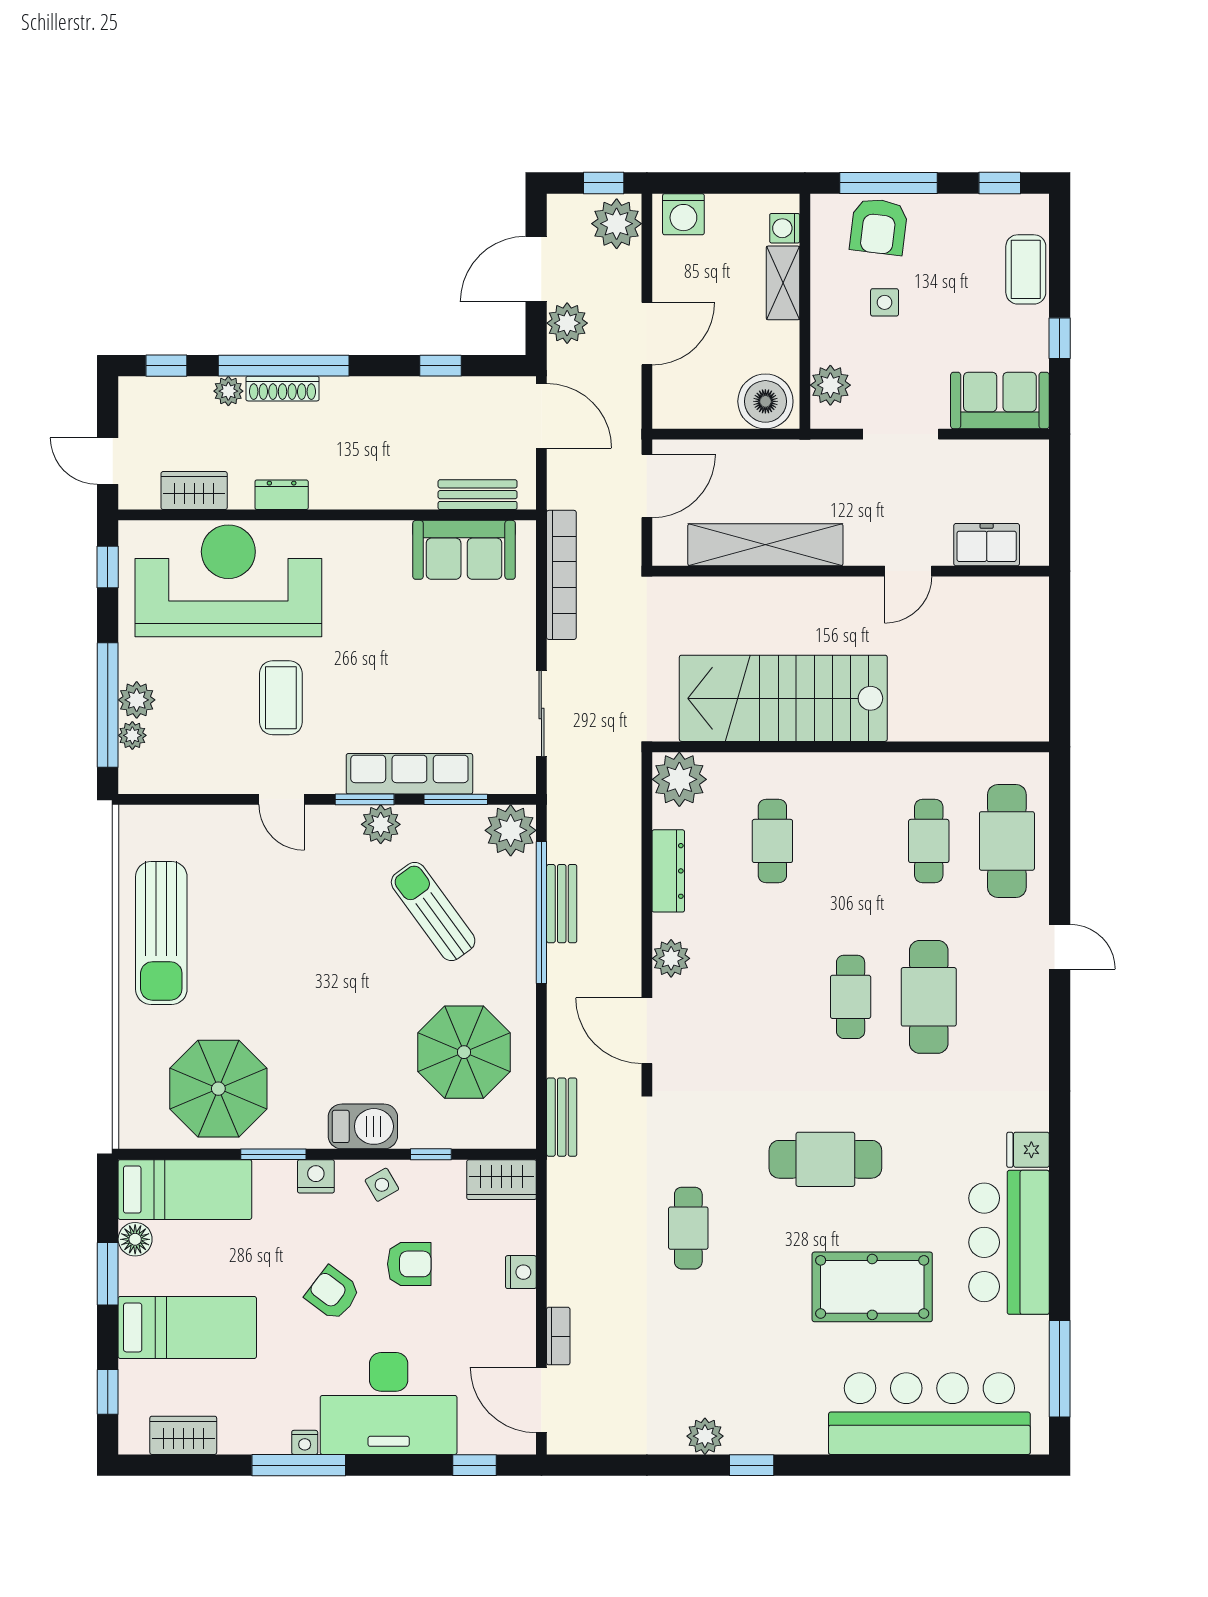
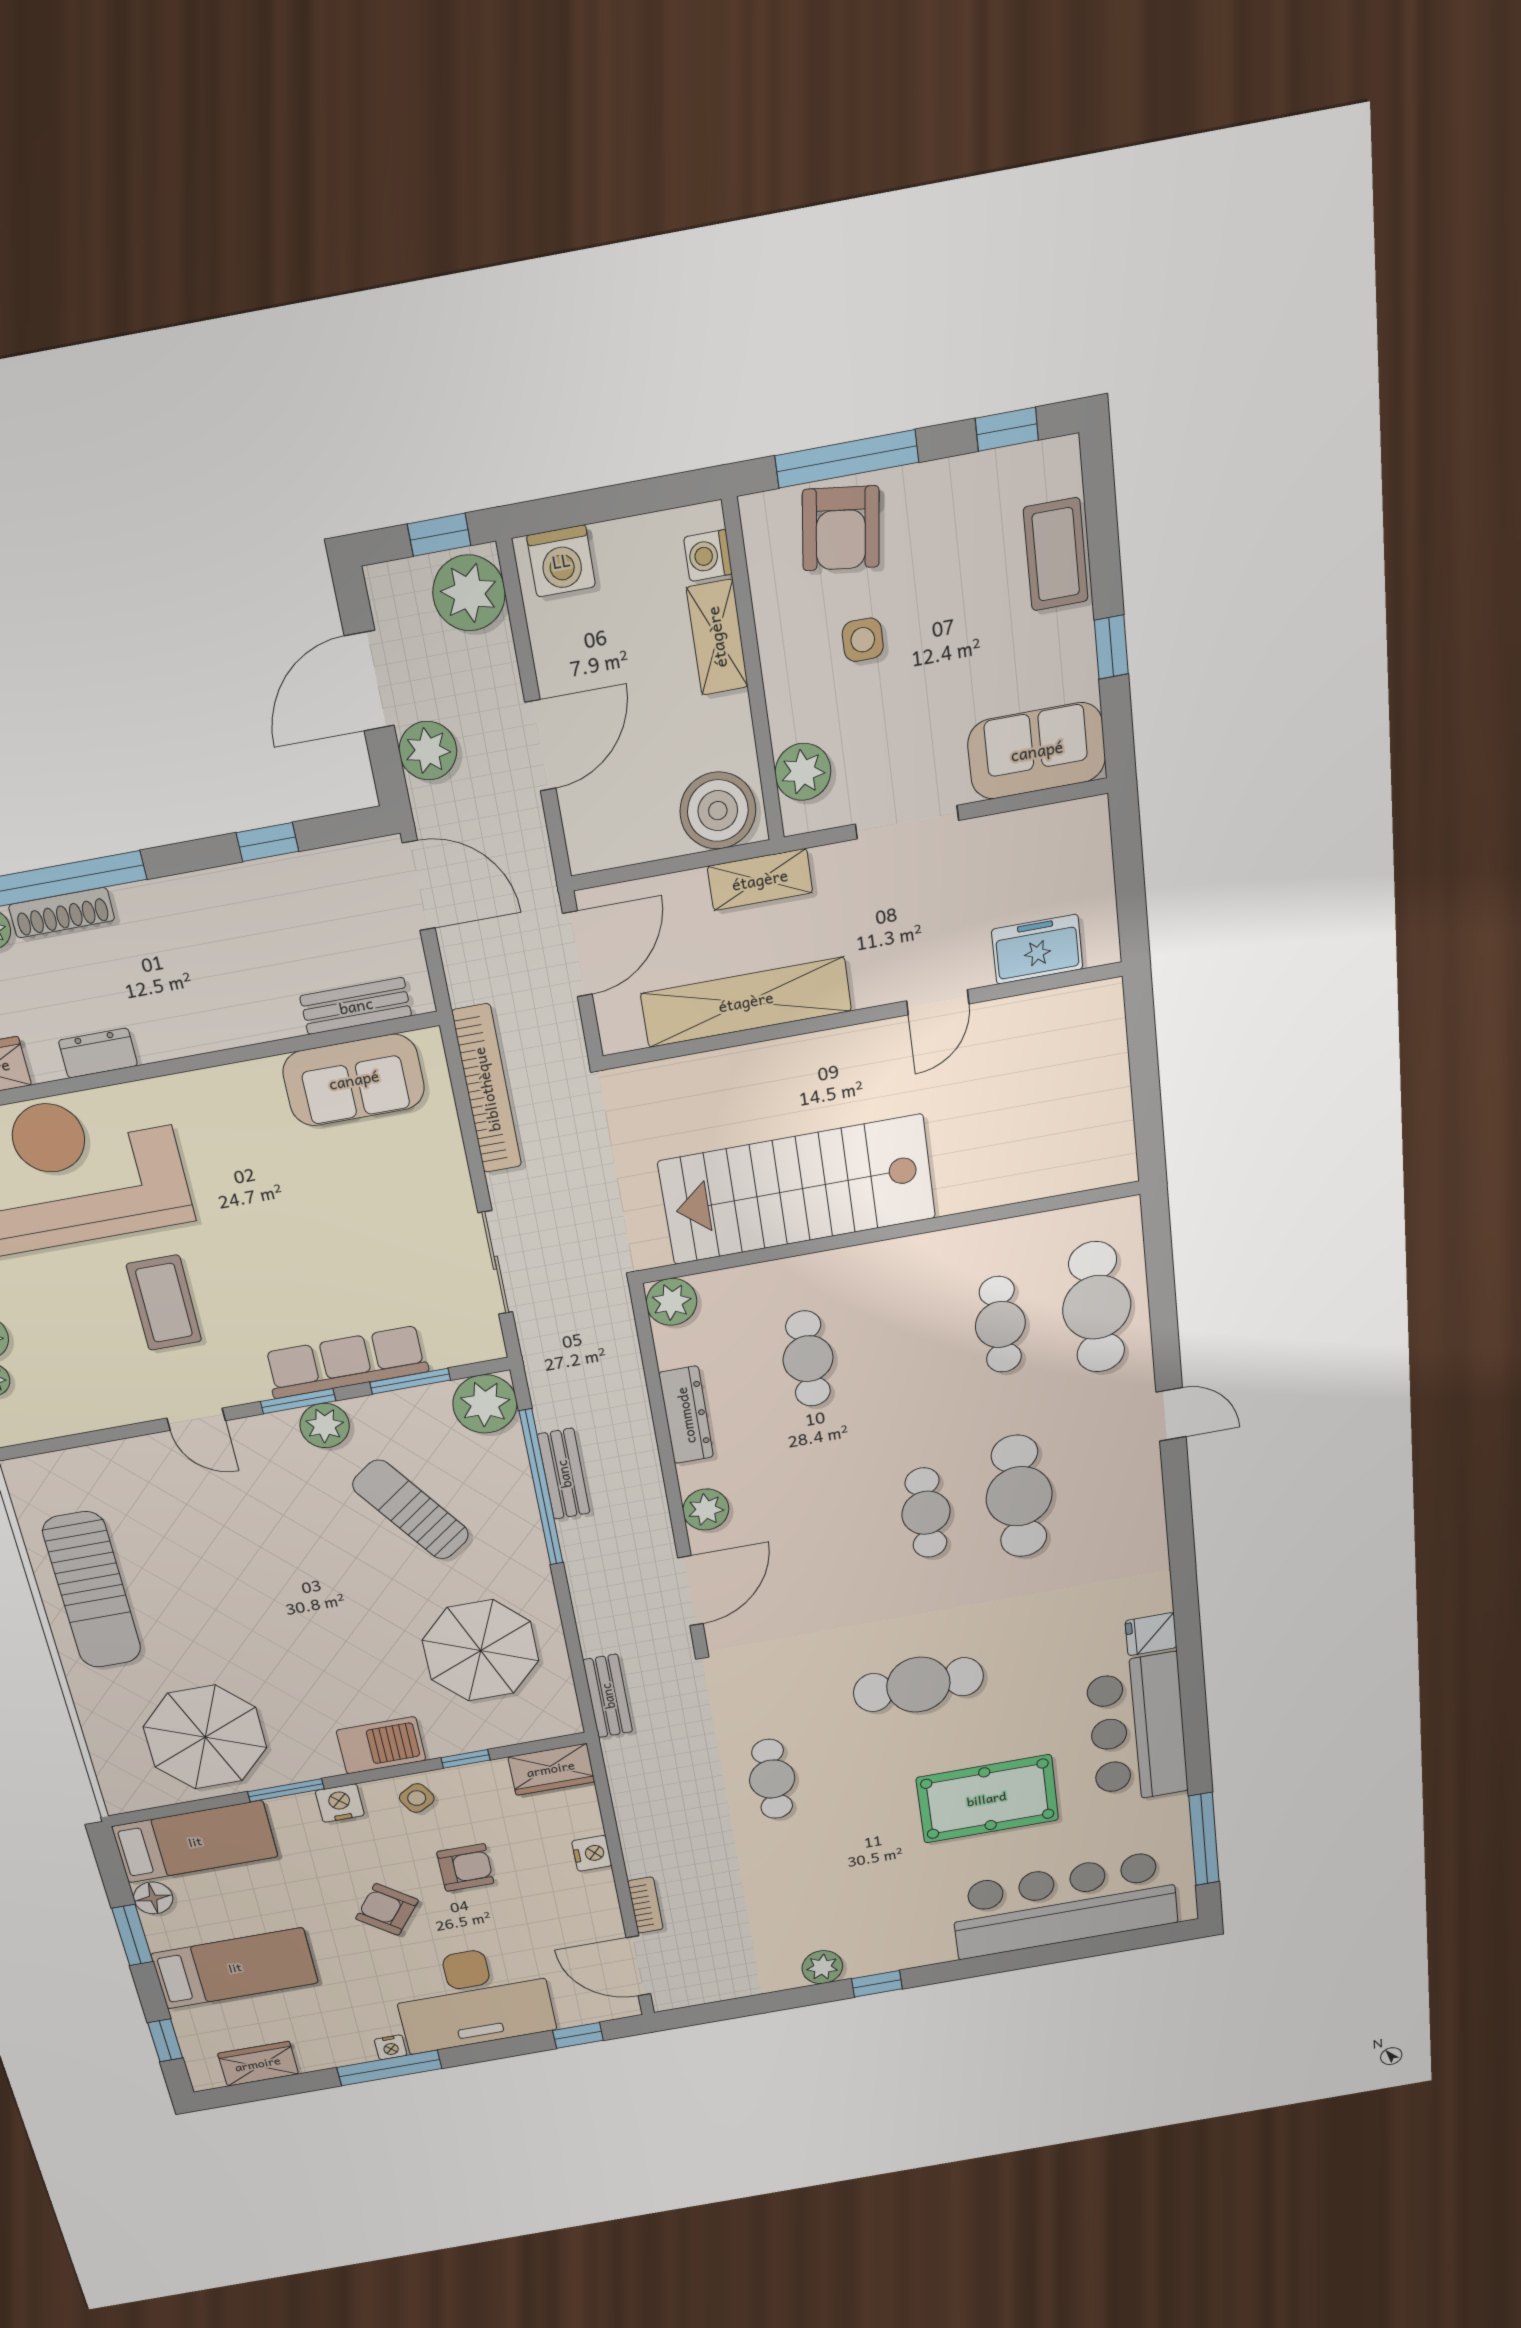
shelving: (789, 456) -> (760, 880), added
plant: (679, 779) -> (672, 1302), width x0.73, depth x0.73
door: (647, 1031) -> (690, 1591), swing flipped

